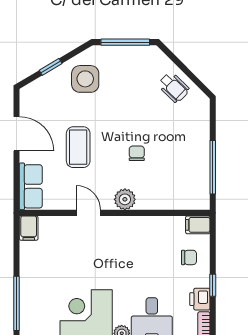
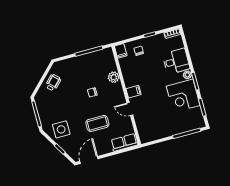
door: (17, 134) -> (89, 160), moved
plant: (125, 199) -> (114, 77), moved
door: (88, 213) -> (130, 109), hinge flipped
filing cabinet: (29, 228) -> (134, 92), moved
printer: (200, 299) -> (159, 39), removed

